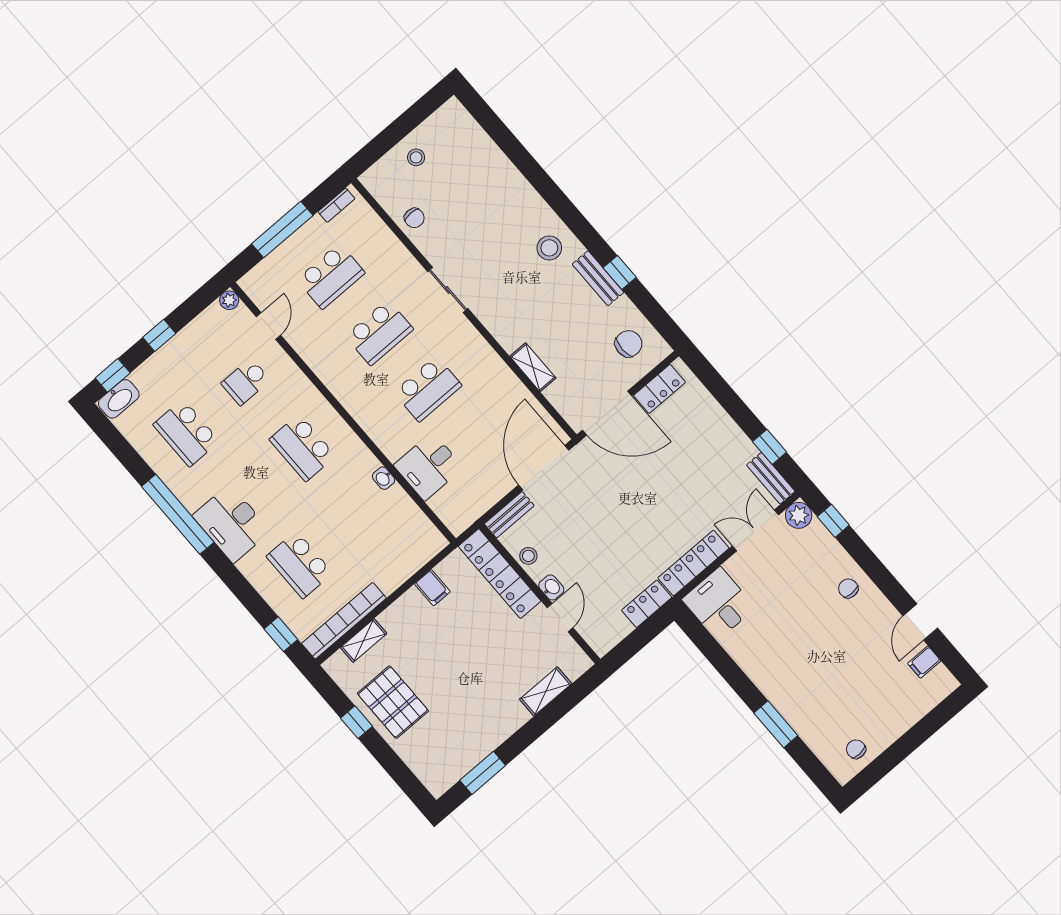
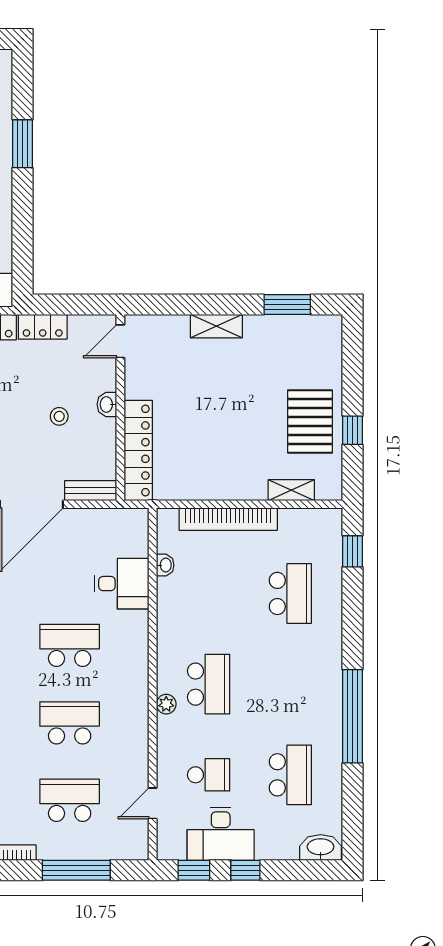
plant: (229, 300) -> (166, 704), moved
window: (113, 375) -> (194, 870), moved
washbasin: (384, 478) -> (165, 565), moved
desk: (232, 524) -> (221, 834), moved, turned 90
stool: (528, 556) -> (59, 416), moved
filing cabinet: (432, 588) -> (201, 485), removed
door: (560, 618) -> (120, 341), moved
bookcase: (344, 621) -> (228, 519), moved
shelving: (546, 691) -> (216, 326), moved

